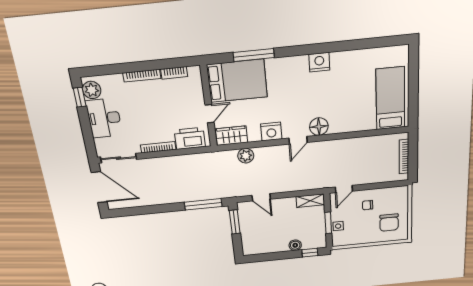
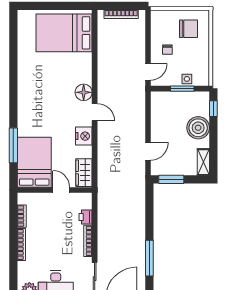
nightstand: (319, 62) -> (25, 89), removed
bed: (390, 98) -> (64, 33), width x1.50
printer: (190, 138) -> (86, 217), width x0.53, depth x0.68
plant: (246, 156) -> (105, 162), removed
door: (344, 189) -> (148, 72), hinge flipped
shelving: (310, 201) -> (203, 162), moved
window: (203, 204) -> (149, 258), moved
boiler: (295, 245) -> (198, 128), width x1.86, depth x1.86

